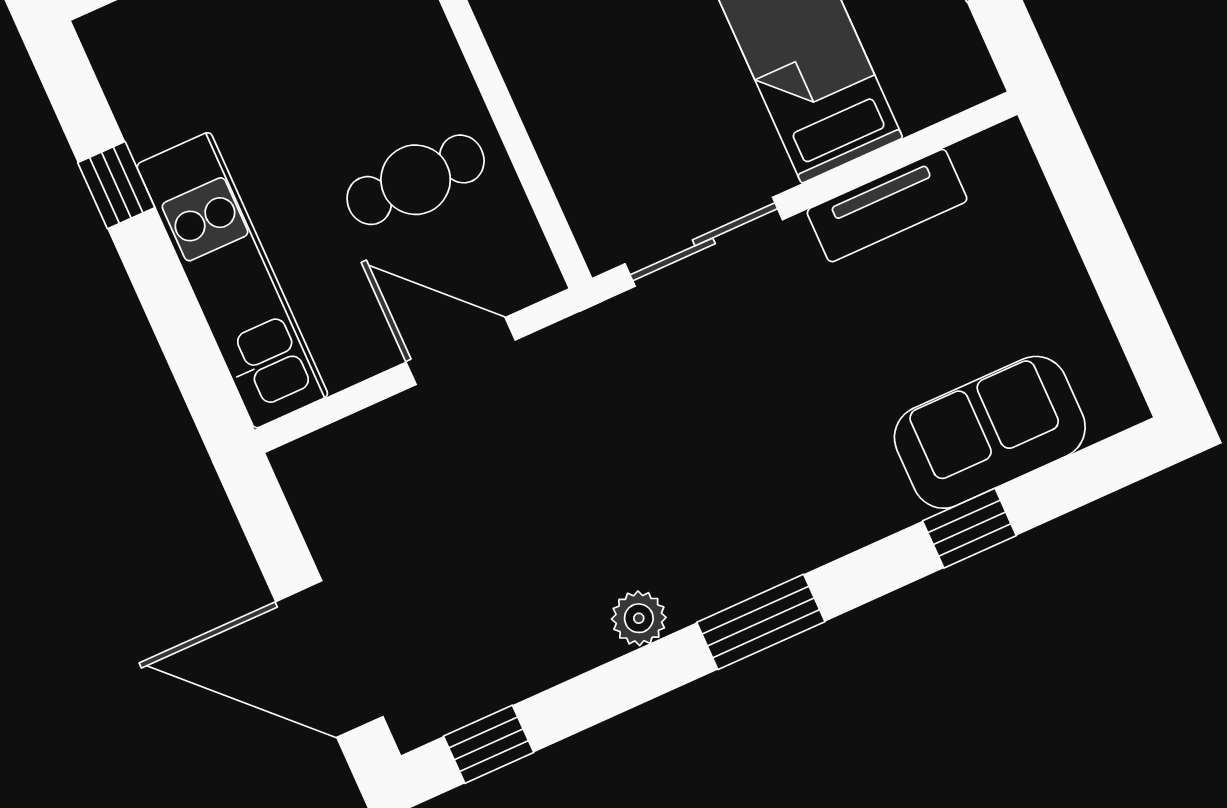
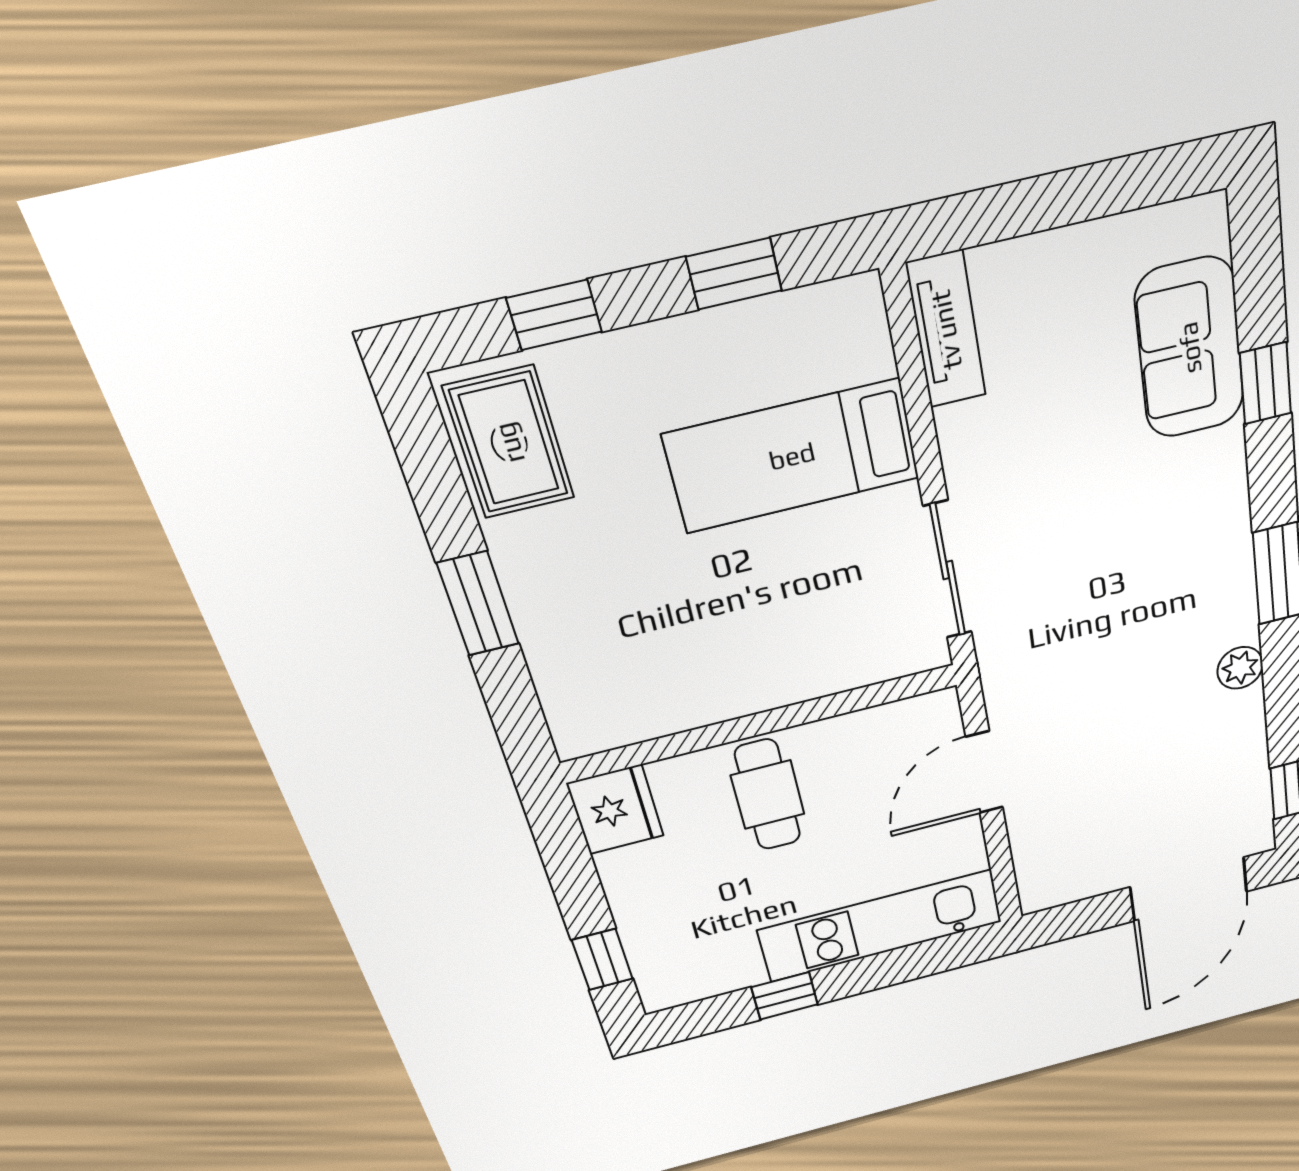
cafe table: (416, 180) -> (768, 795), moved
tv unit: (887, 206) -> (946, 330), moved

